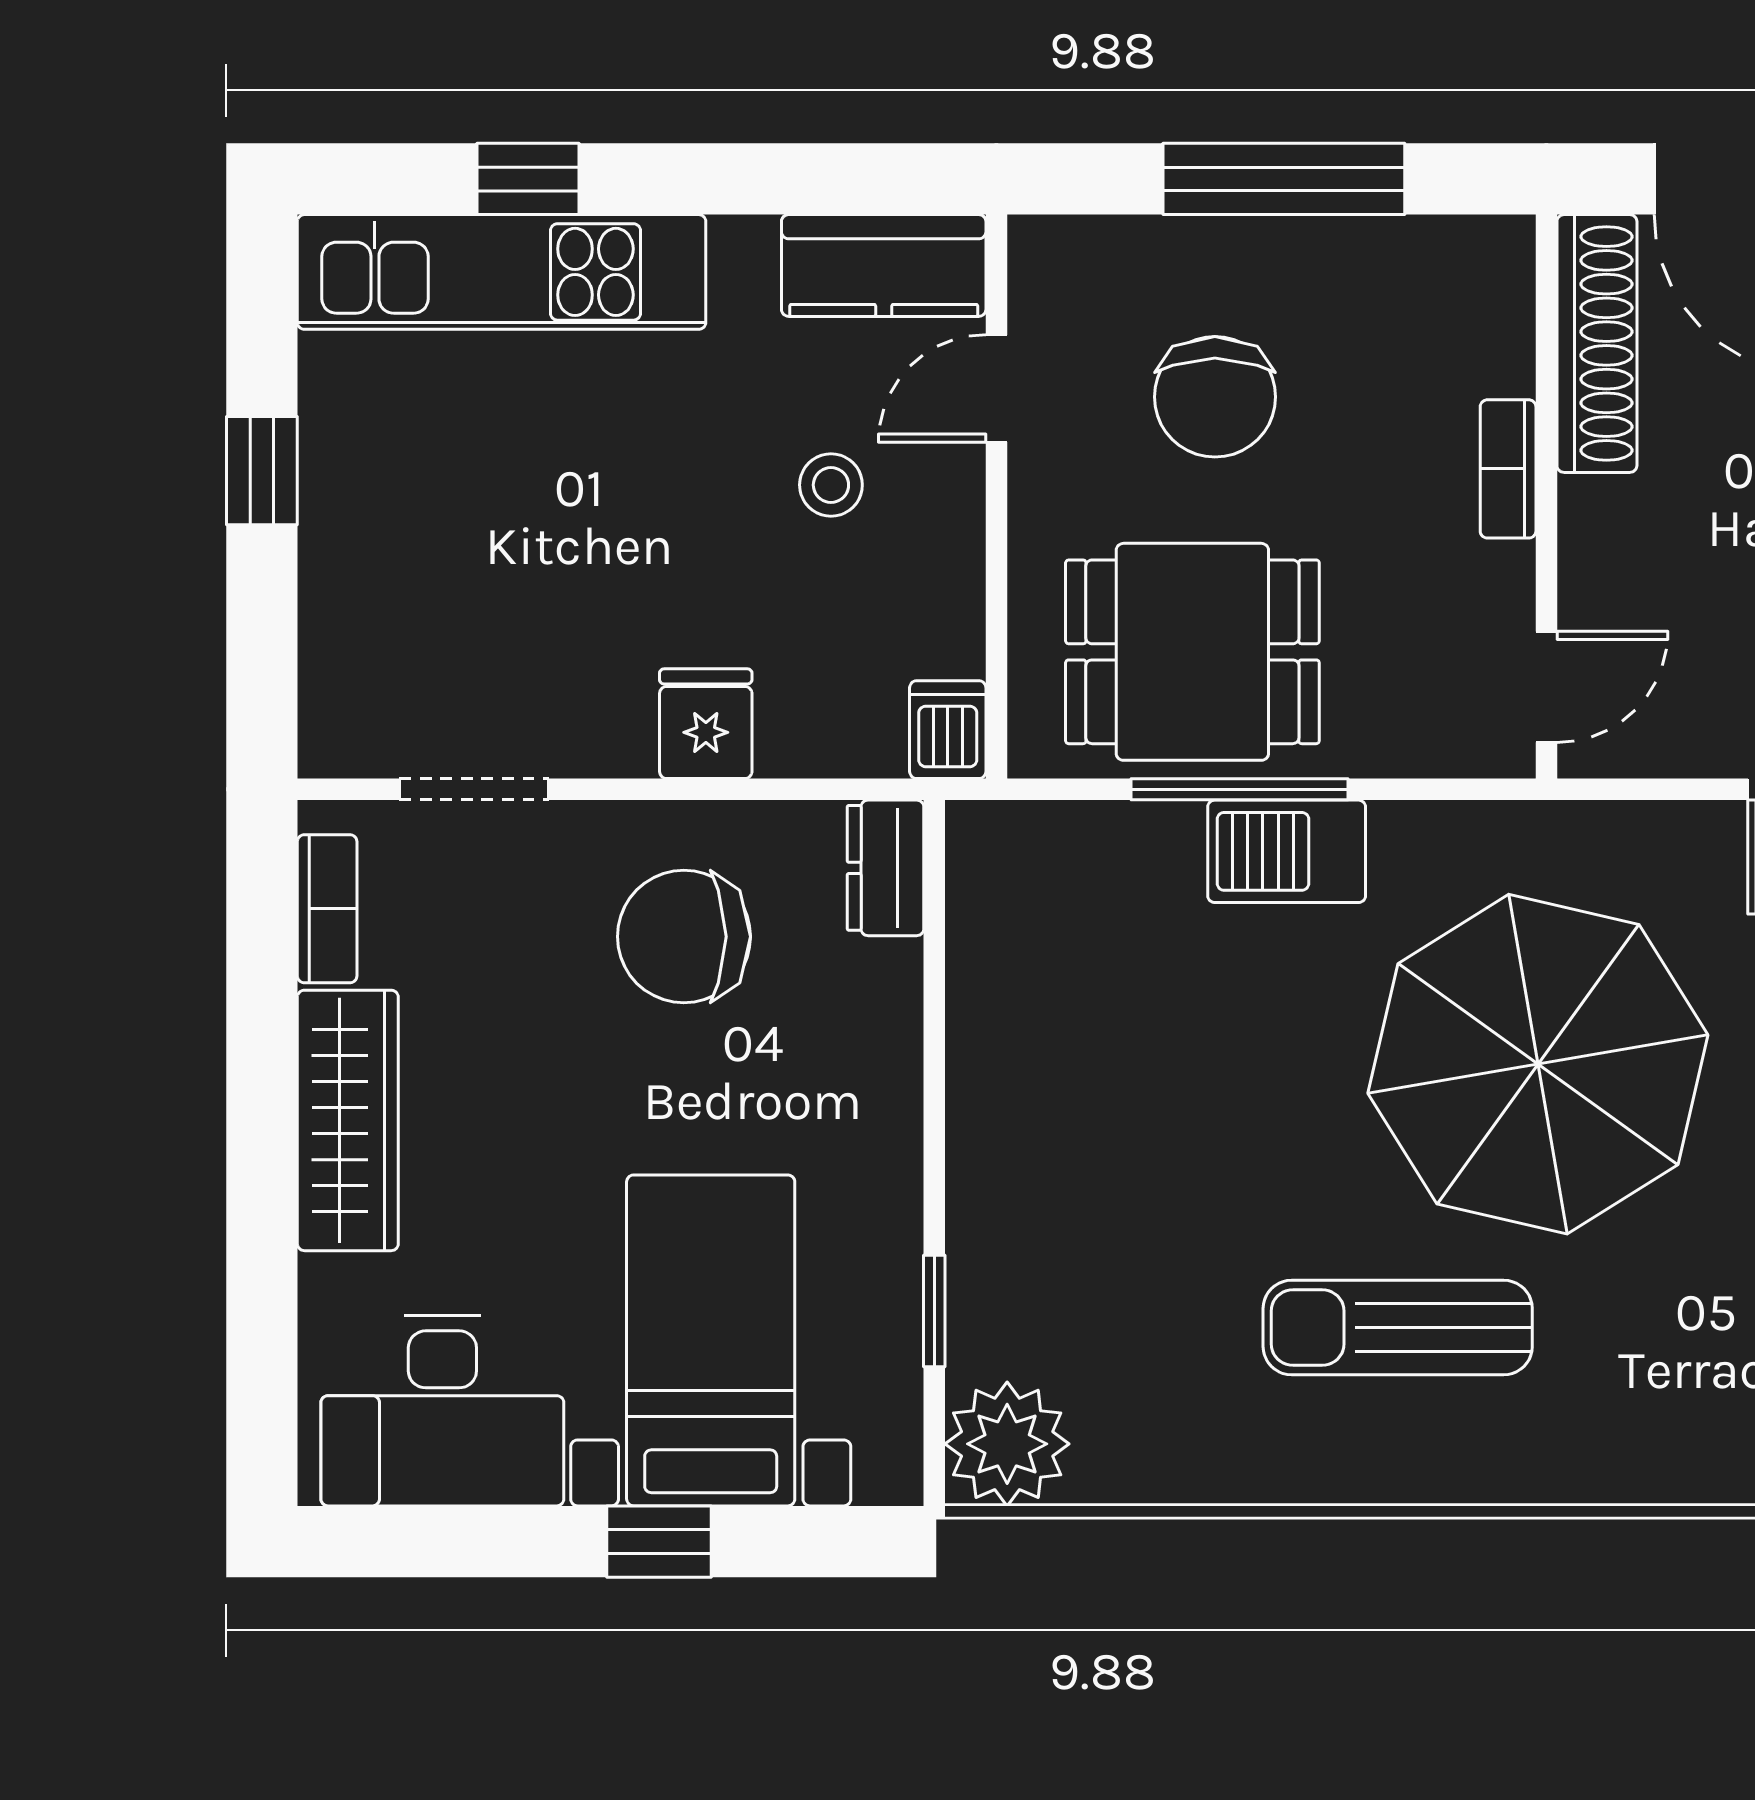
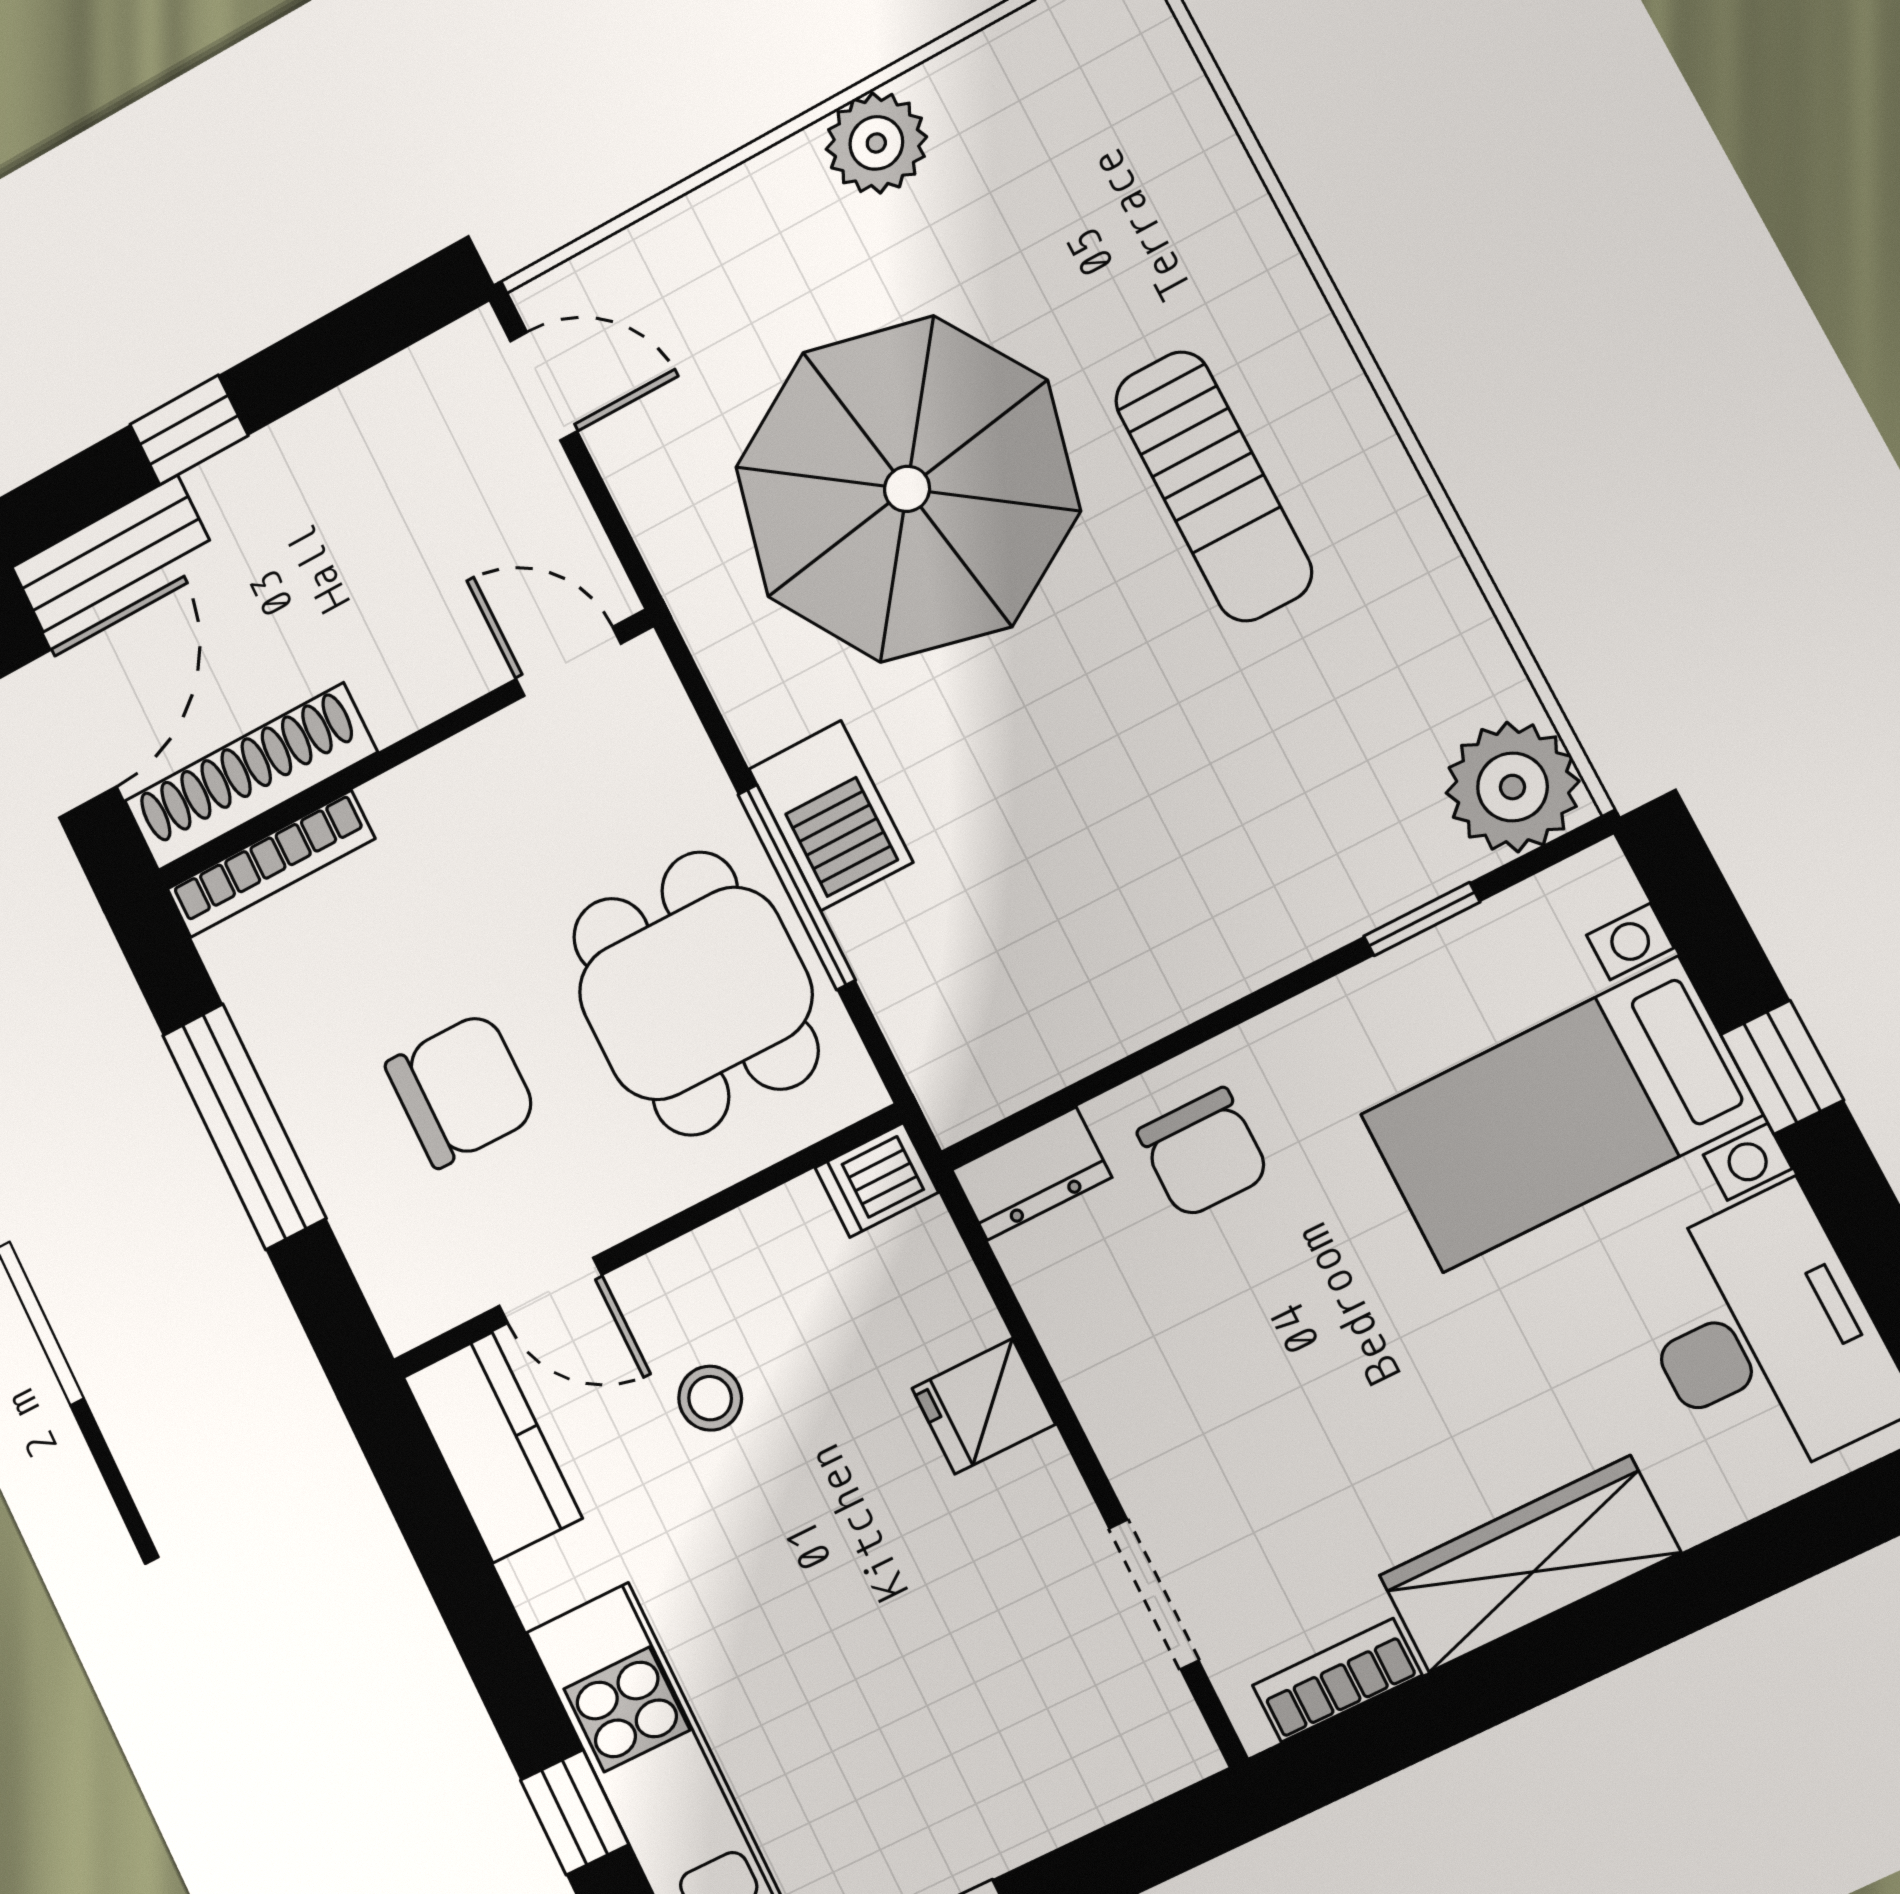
bookcase: (1508, 469) -> (271, 864), moved, width x1.56
chair: (684, 937) -> (1203, 1153), moved, width x0.73, depth x0.73

